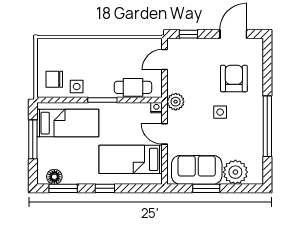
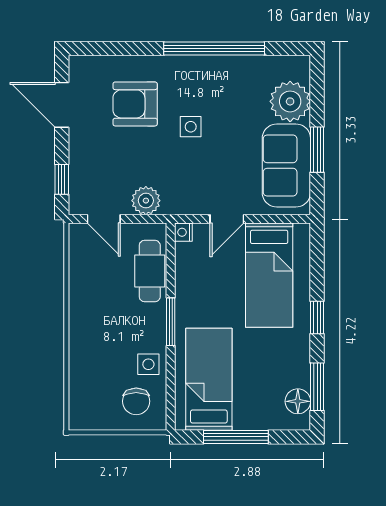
plant: (176, 102) -> (146, 201), moved

